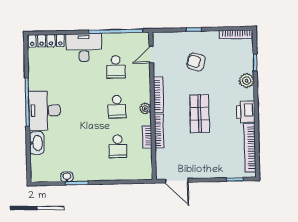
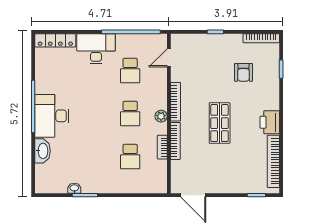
armchair: (196, 62) -> (244, 72), moved, turned -107
plant: (247, 81) -> (271, 89), removed

